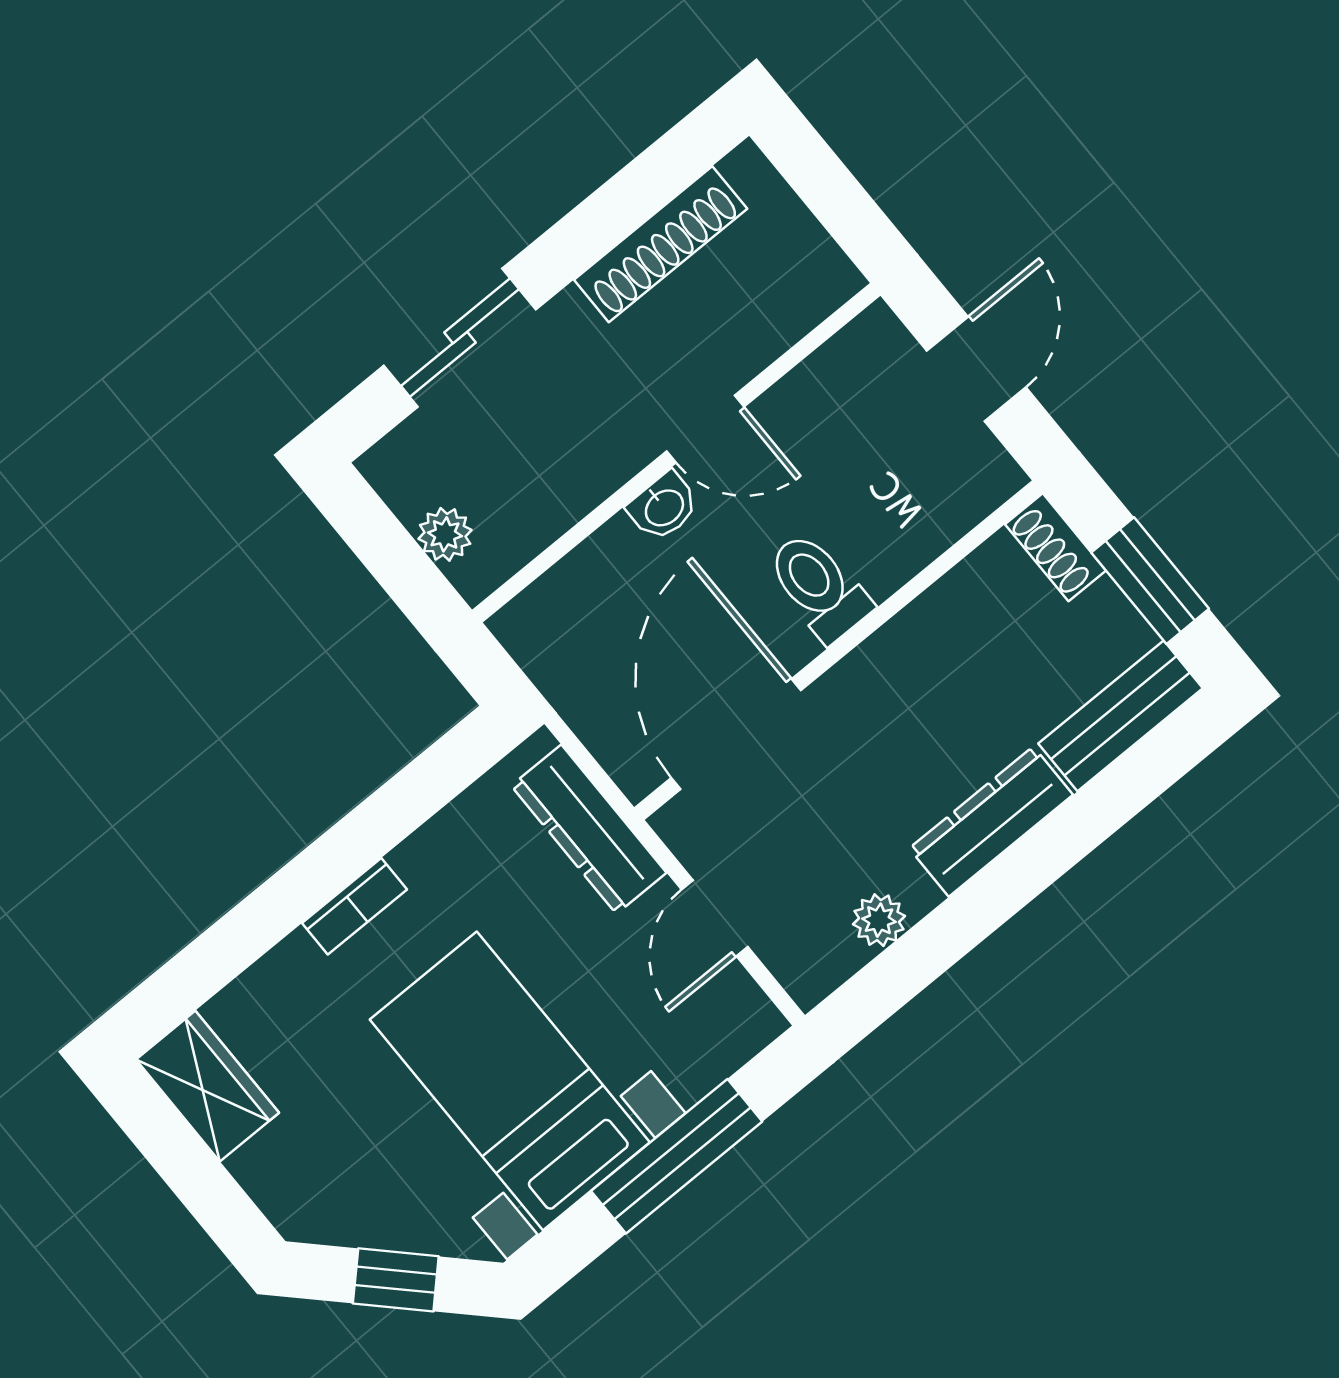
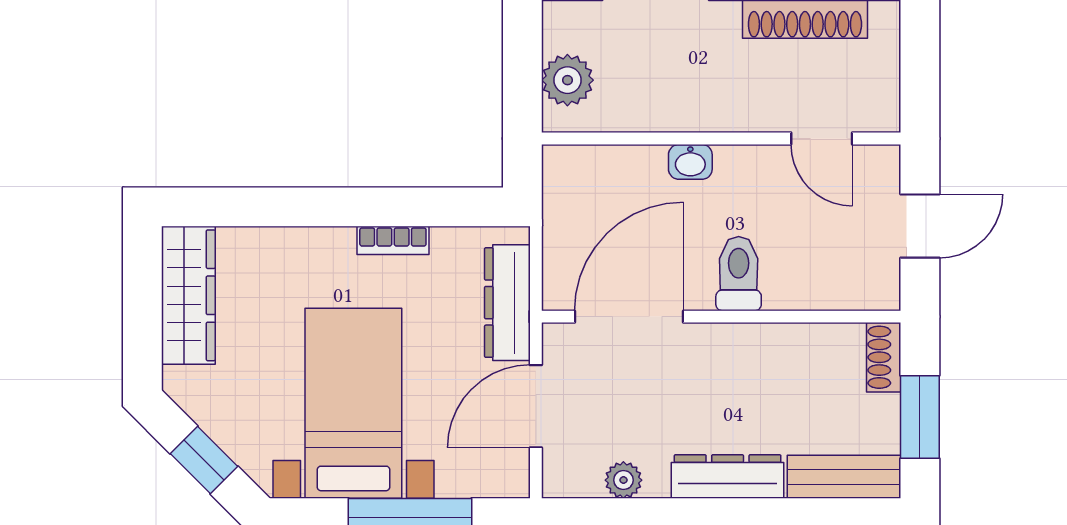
door: (705, 429) -> (822, 139), moved
plant: (445, 534) -> (567, 80), width x1.38, depth x1.38
bookcase: (355, 906) -> (393, 240), moved
door: (715, 918) -> (536, 406), width x1.38
wardrobe: (207, 1086) -> (188, 295), width x1.50

